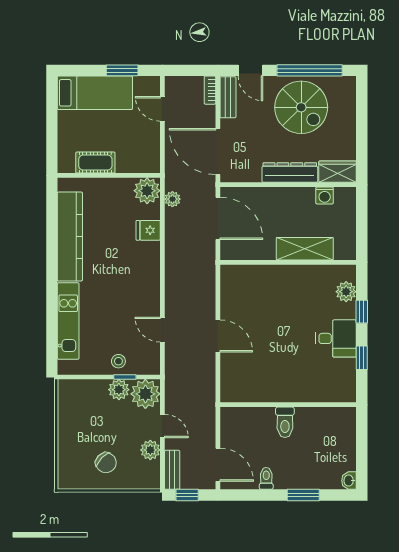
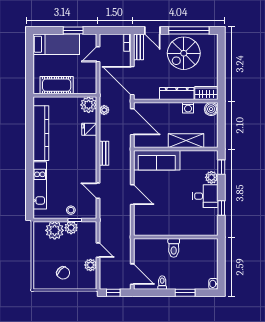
spiral stairs: (301, 107) -> (184, 53), turned 90
door: (162, 109) -> (98, 54), hinge flipped
cot: (95, 163) -> (57, 85), width x1.37, depth x1.34
washing machine: (325, 195) -> (188, 108), moved
boiler: (345, 198) -> (211, 109), added
sofa: (257, 280) -> (157, 160), added
plant: (346, 292) -> (211, 177), moved
window: (362, 312) -> (221, 167), moved
plant: (145, 394) -> (55, 230), moved
bench: (172, 470) -> (104, 153), moved

